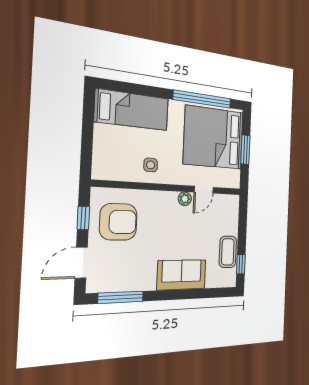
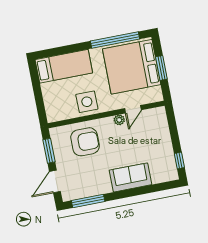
side table: (151, 165) -> (87, 102), width x1.87, depth x1.87
window: (83, 218) -> (49, 151), width x1.50
armchair: (118, 222) -> (85, 142), moved
coffee table: (228, 252) -> (165, 153), removed

